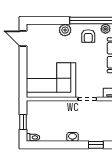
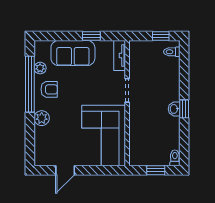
door: (23, 38) -> (65, 170), moved
window: (96, 145) -> (184, 109), moved

